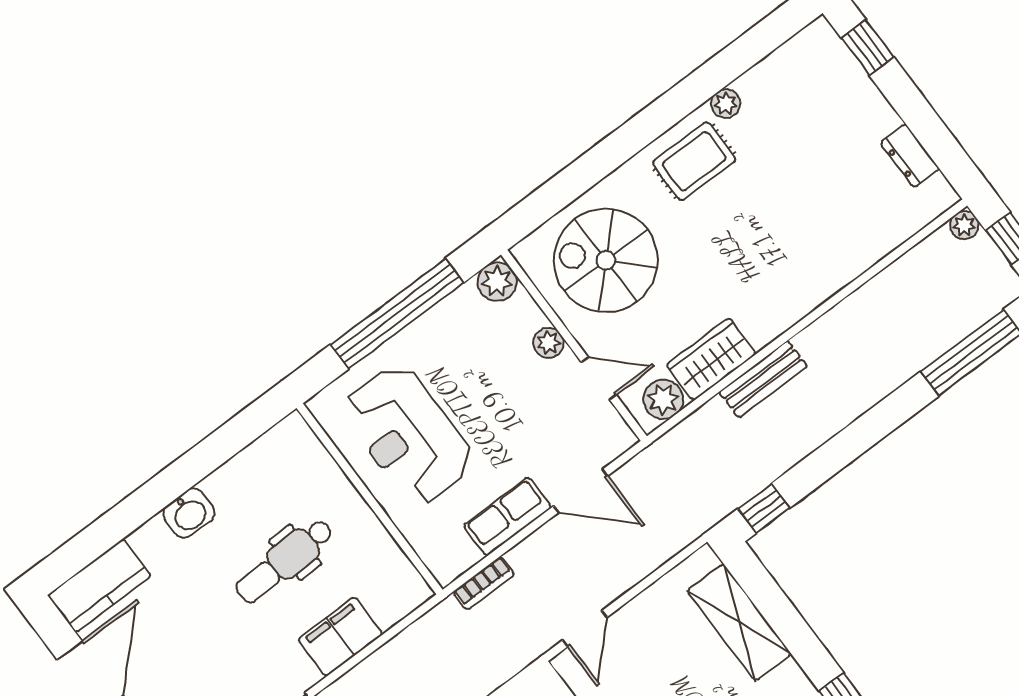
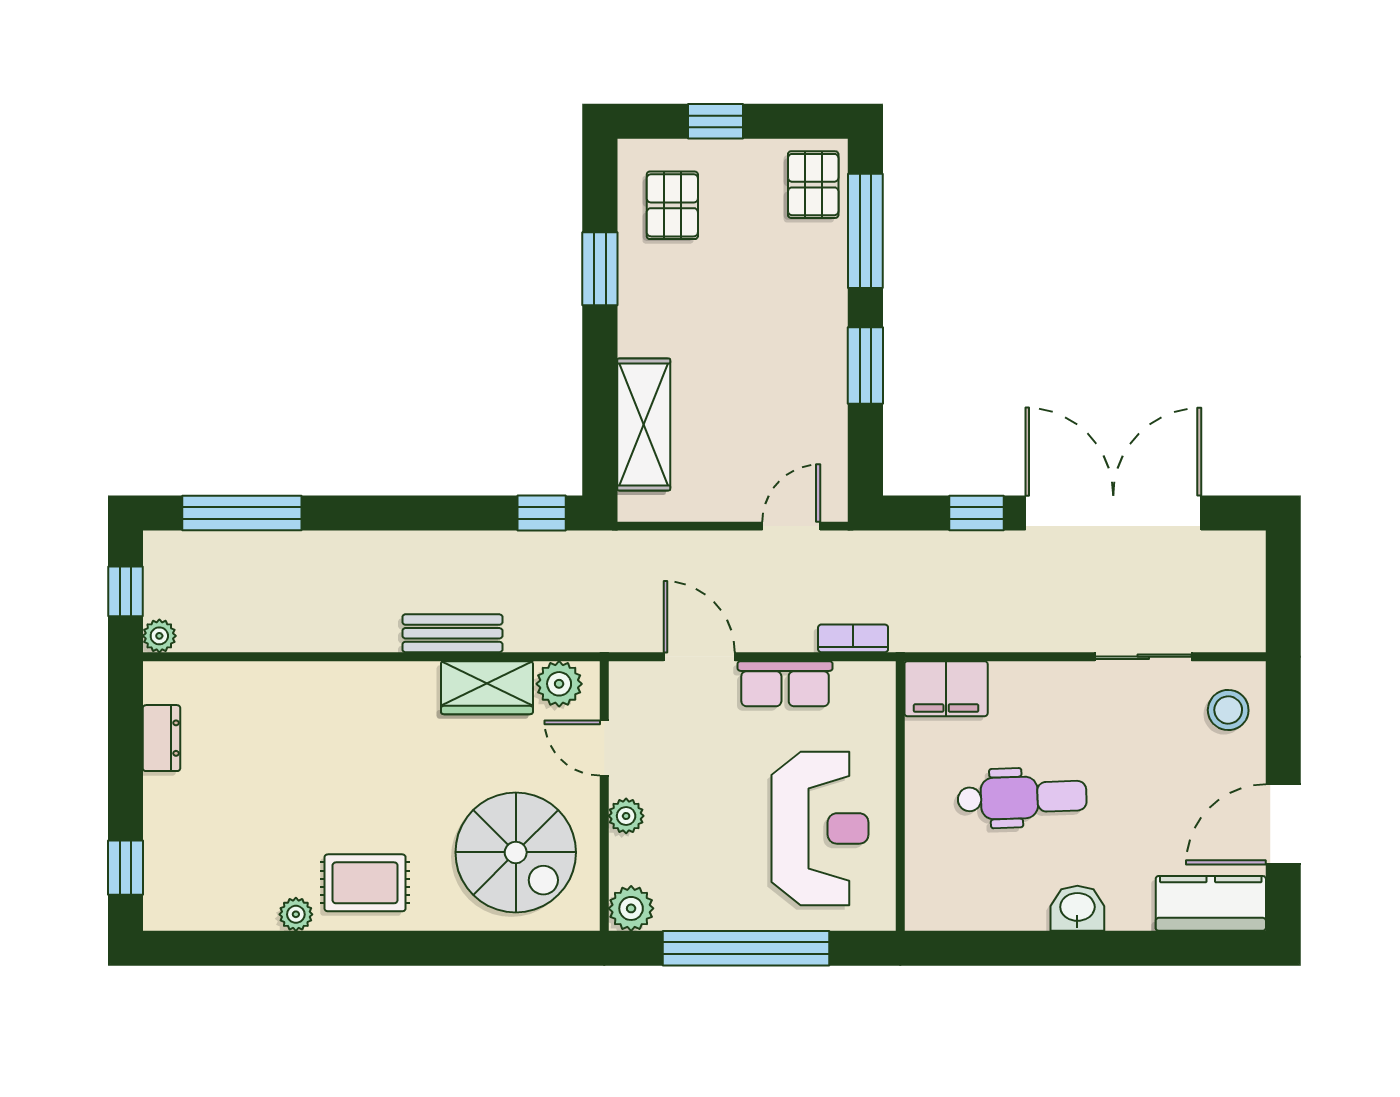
filing cabinet: (340, 637) -> (946, 689), moved

